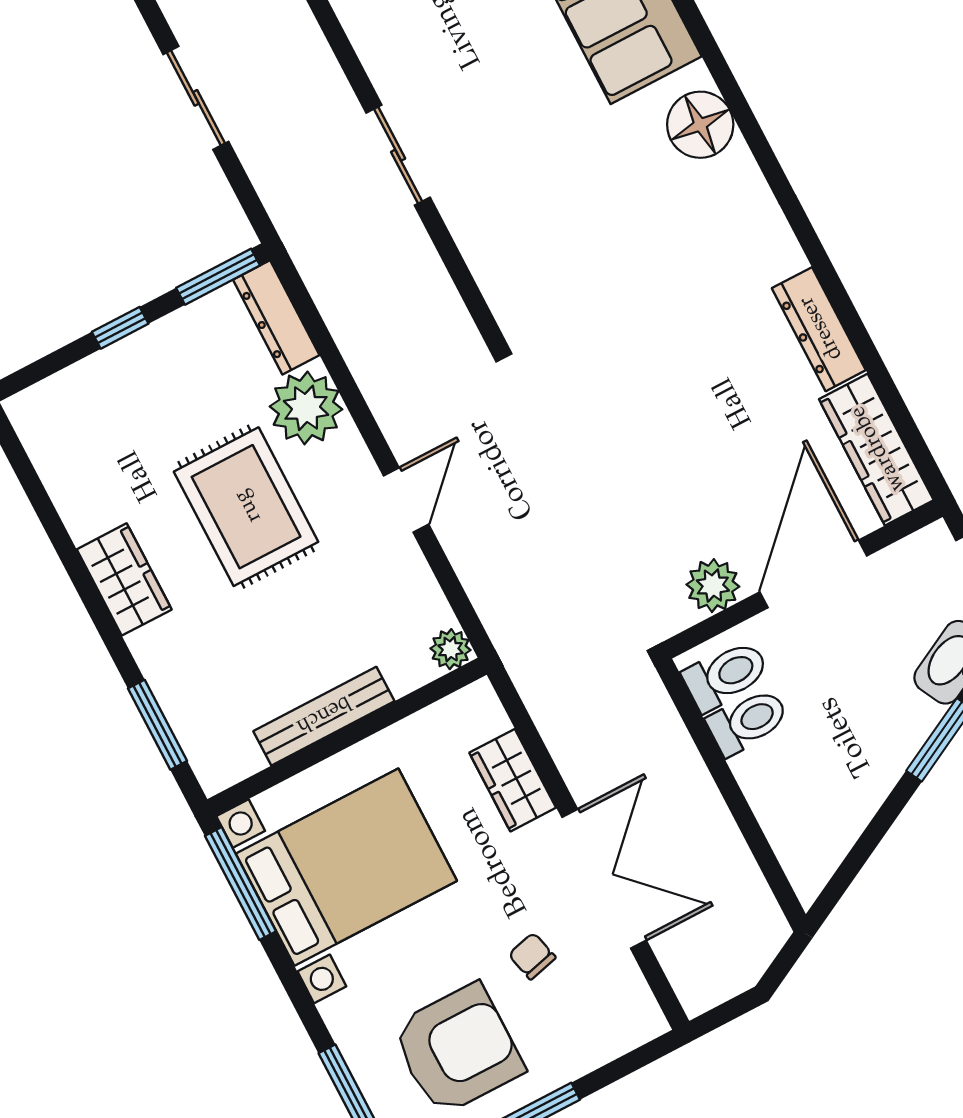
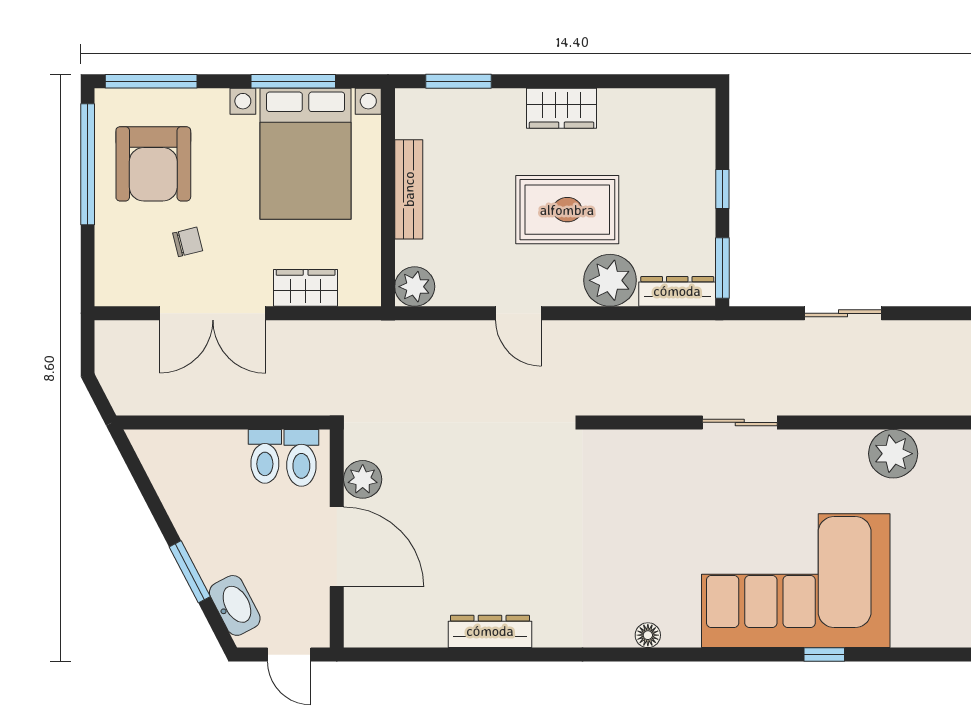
floor lamp: (700, 125) -> (648, 635), width x0.53, depth x0.53
wardrobe: (876, 450) -> (395, 628), removed
plant: (451, 649) -> (415, 287), width x1.38, depth x1.38
window: (241, 884) -> (293, 81), moved

